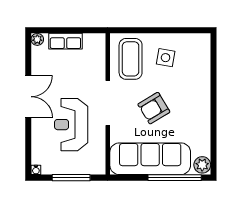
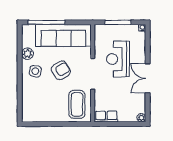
row of seats: (65, 41) -> (106, 117), moved
side table: (166, 58) -> (35, 71), moved
reception desk: (71, 125) -> (118, 59), turned 180
plant: (202, 165) -> (27, 54), moved

